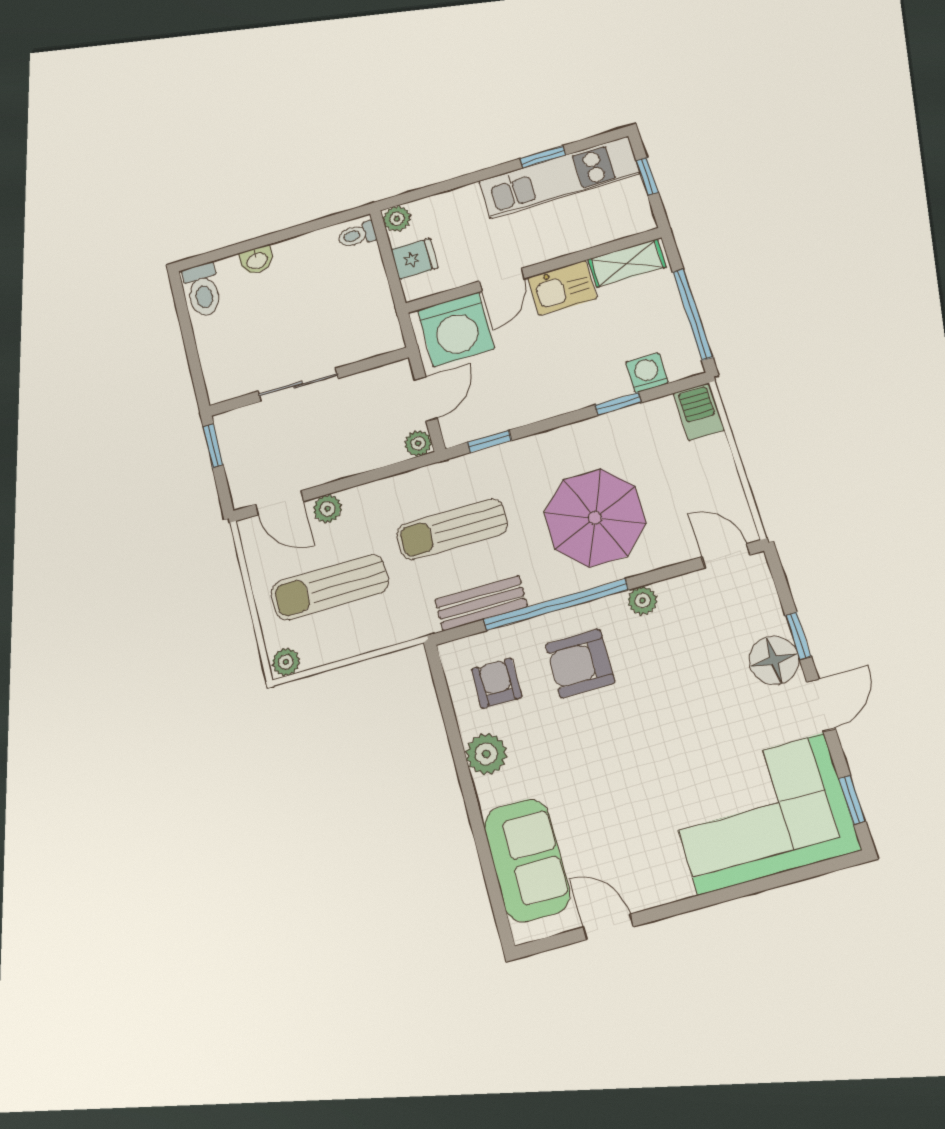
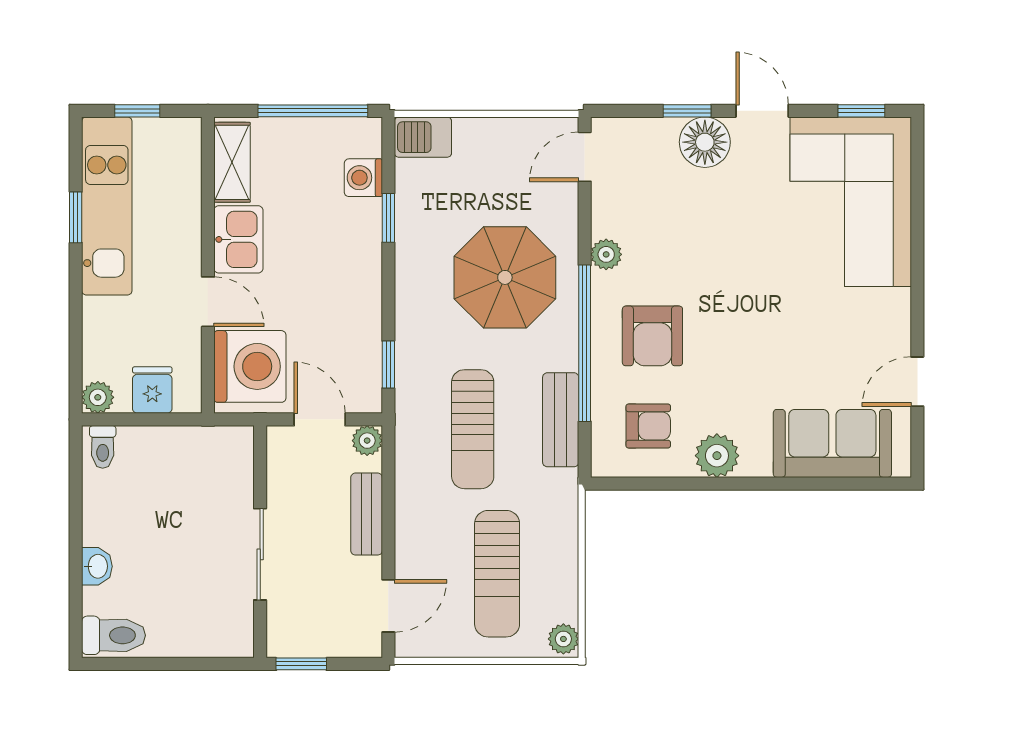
bench: (354, 461) -> (367, 514), added
plant: (328, 509) -> (411, 556), removed
armchair: (497, 683) -> (648, 426), turned 180

